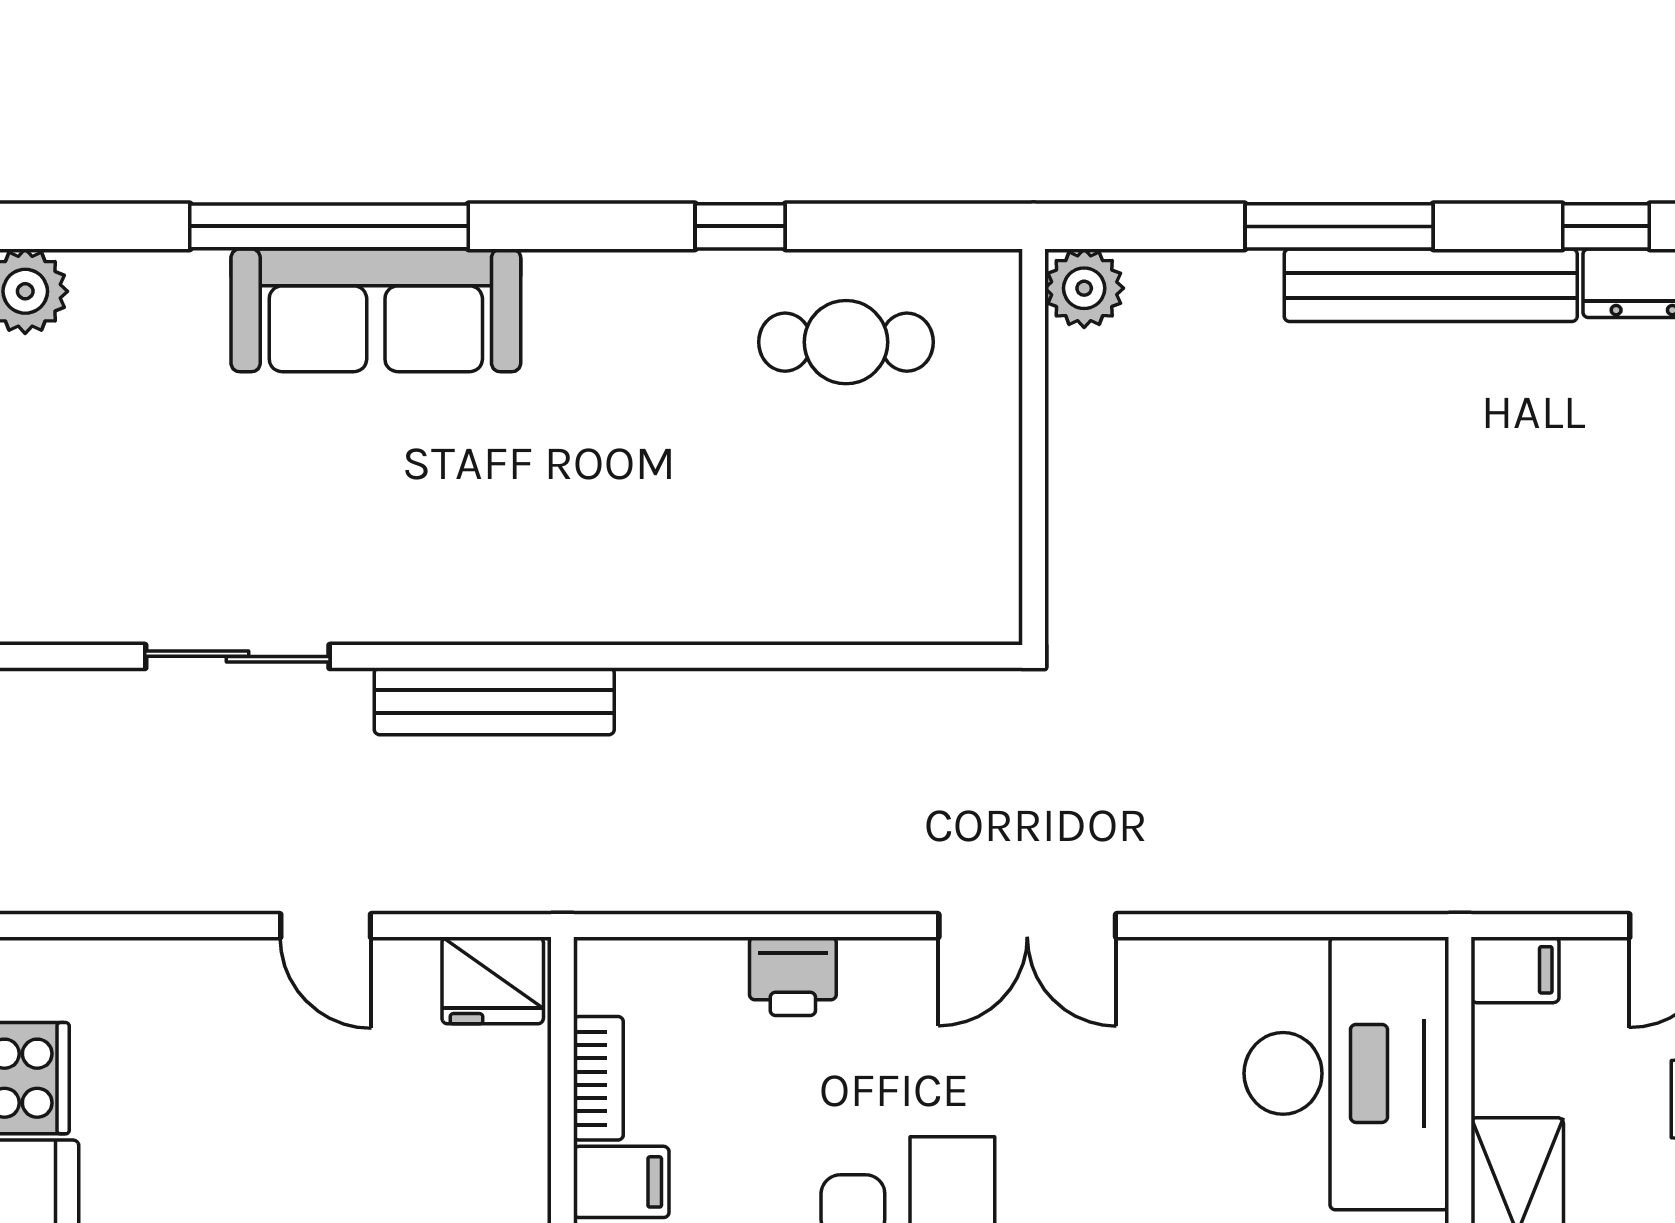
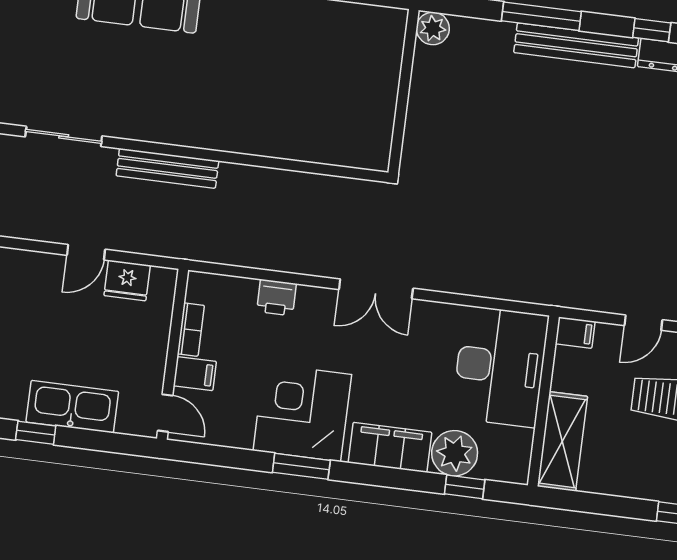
cafe table: (846, 342) -> (332, 38), removed
door: (326, 926) -> (86, 252), hinge flipped
fridge: (493, 980) -> (127, 280), moved

